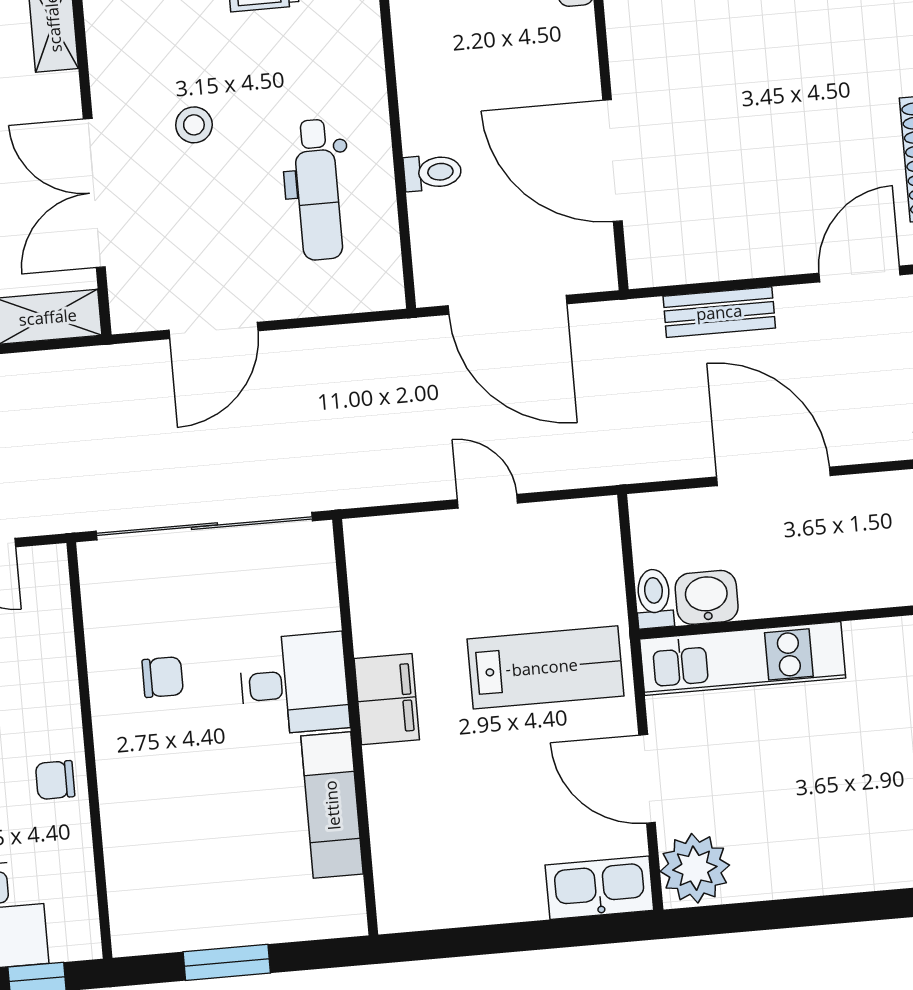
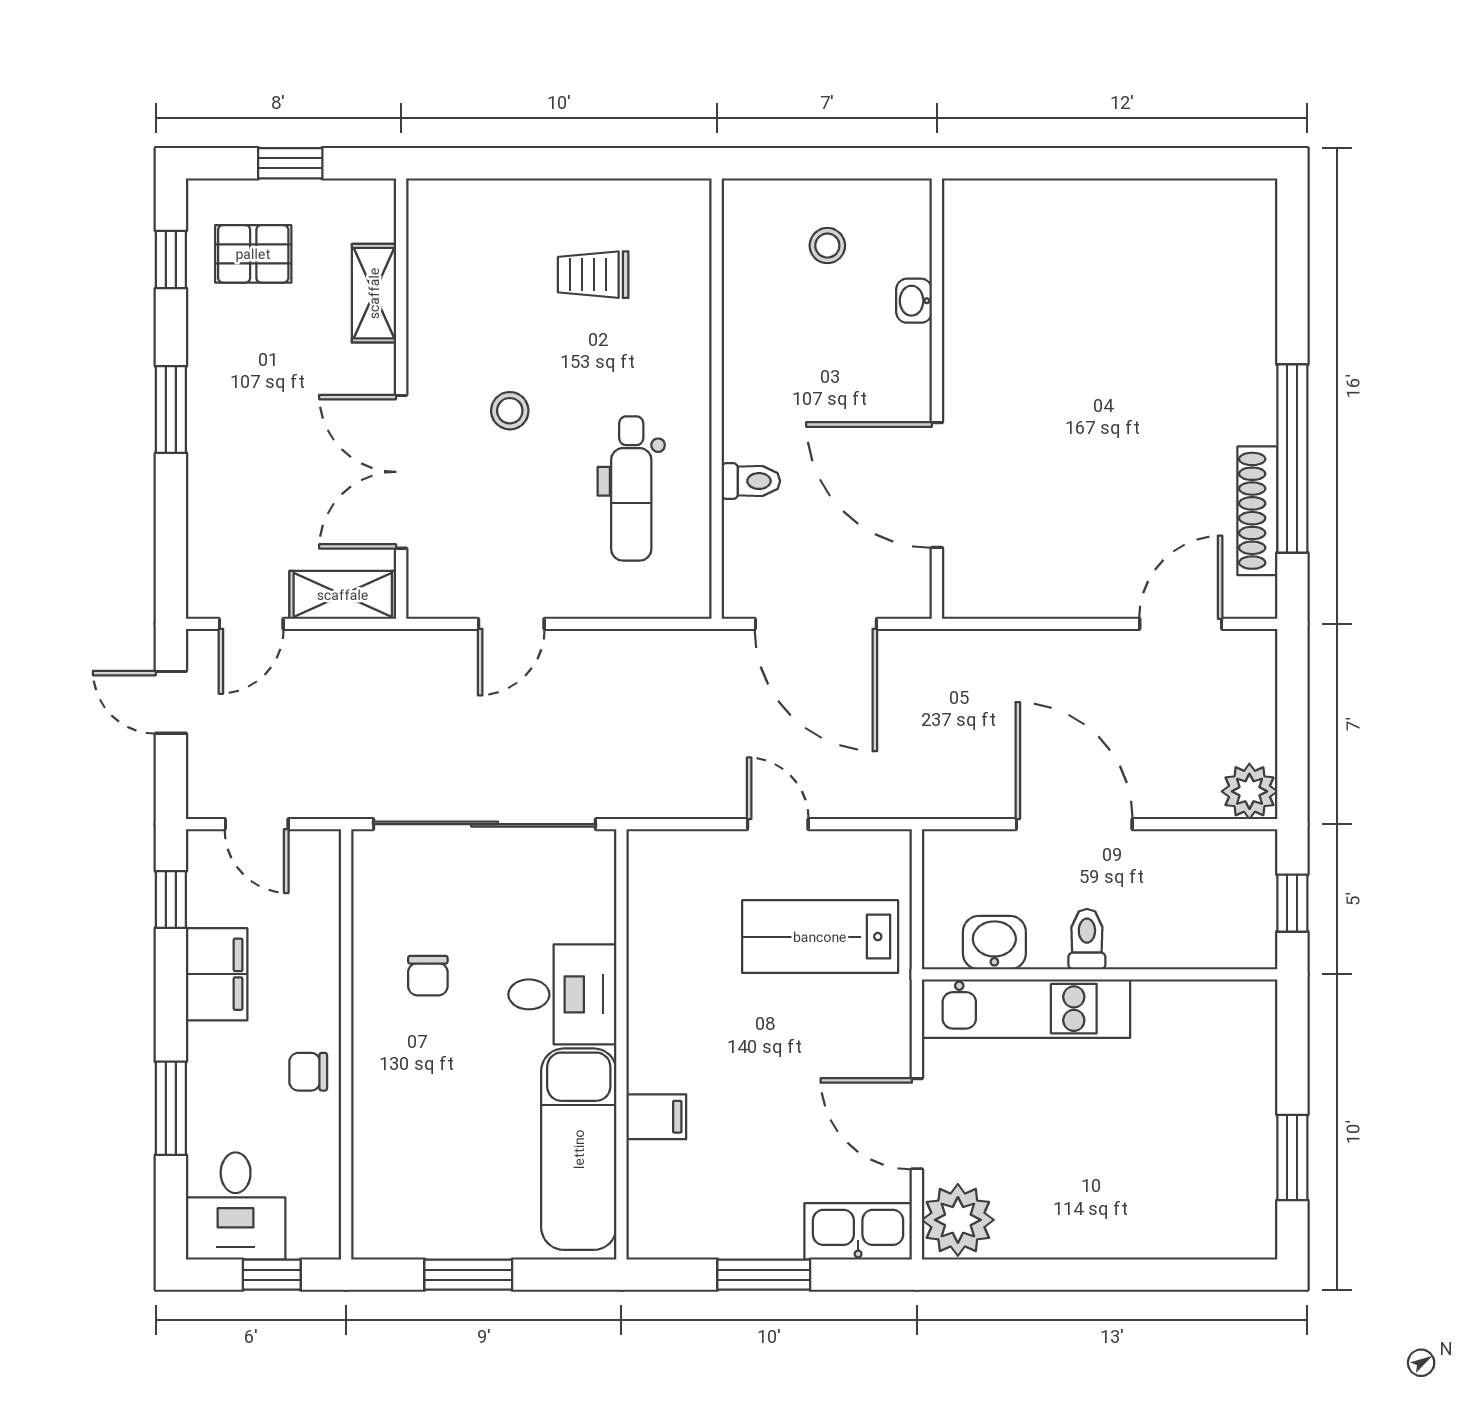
bench: (719, 312) -> (1033, 650), removed
door: (213, 331) -> (511, 624), width x0.73
toilet: (654, 599) -> (1087, 939), moved
lab bench: (545, 667) -> (820, 937), moved, turned 180
chair: (163, 677) -> (428, 976), turned 90
filing cabinet: (387, 699) -> (656, 1117), moved, width x0.50
exam couch: (332, 805) -> (579, 1149), width x1.36, depth x1.45
window: (512, 937) -> (764, 1275), added

